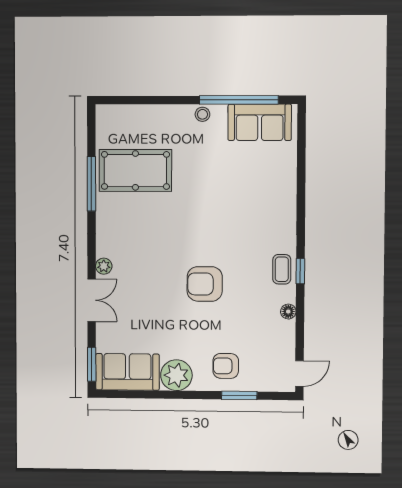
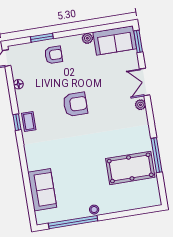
sofa: (260, 122) -> (42, 190), moved, turned 90
floor lamp: (288, 312) -> (18, 84), moved
plant: (176, 375) -> (87, 38), width x0.53, depth x0.53

